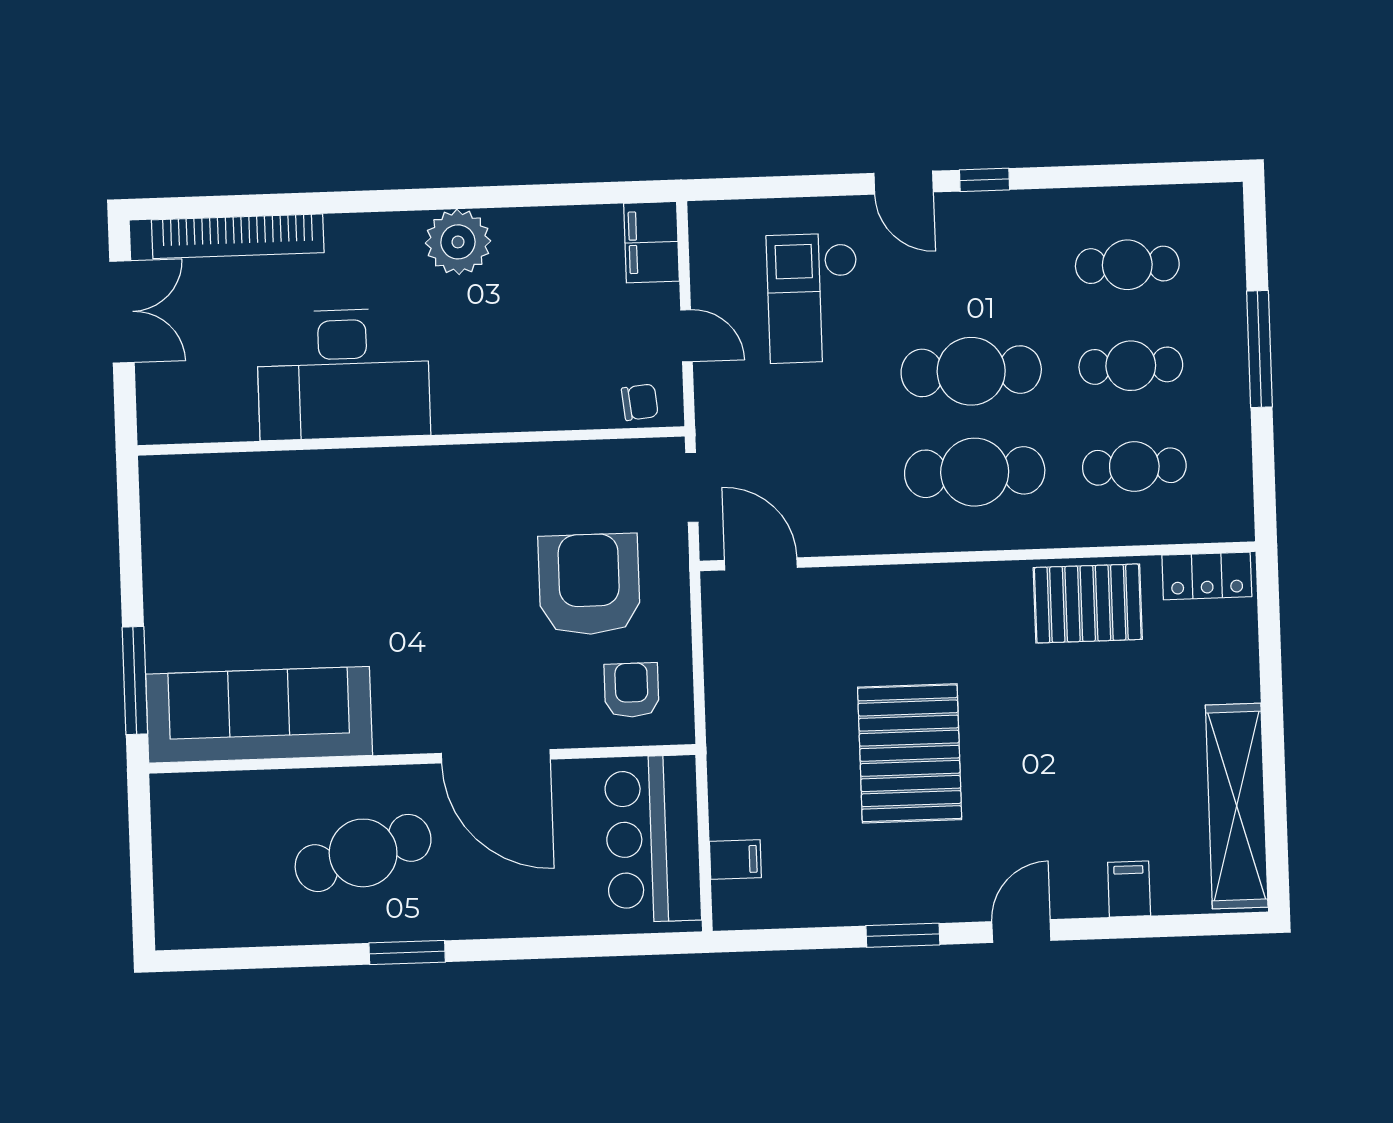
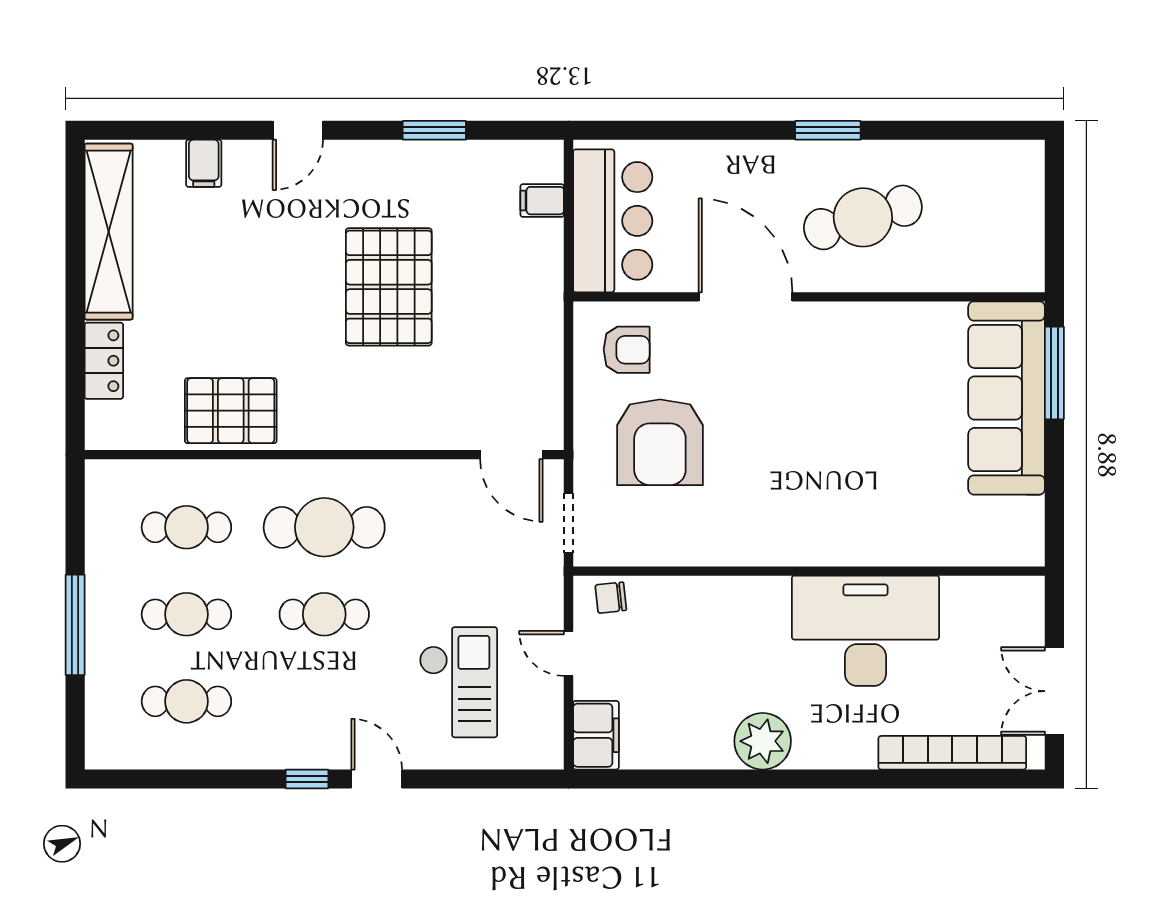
cafe table: (971, 371) -> (324, 614), width x0.73, depth x0.74
locker: (1207, 576) -> (104, 361), moved, turned 90
armchair: (632, 690) -> (627, 350), turned -90
sofa: (259, 715) -> (1007, 398), moved, turned 90
window: (903, 935) -> (434, 130), moved

